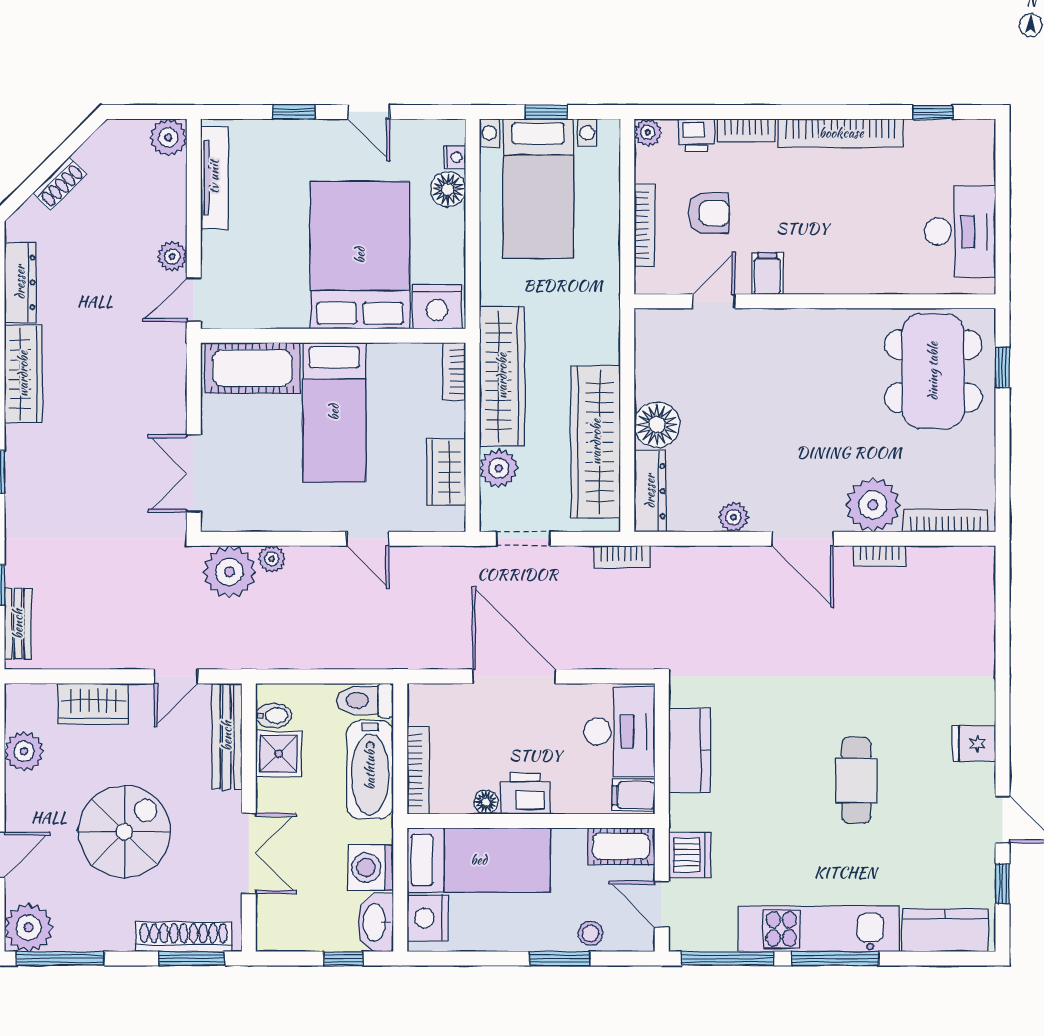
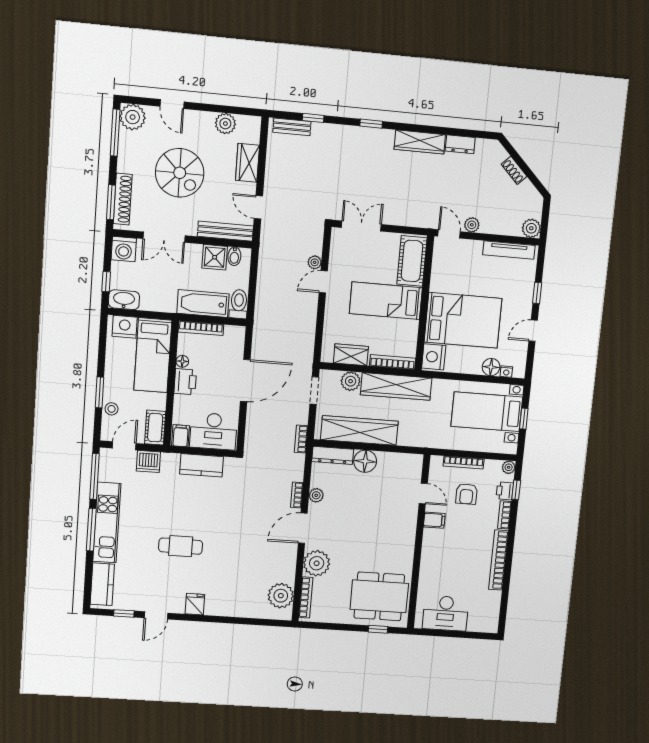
window: (933, 112) -> (516, 490), moved
dresser: (20, 282) -> (460, 144), width x0.70
bookcase: (454, 372) -> (393, 362), width x1.56
door: (368, 539) -> (323, 282), moved
bookcase: (880, 556) -> (297, 495), moved
plant: (229, 572) -> (281, 596), moved
washing machine: (371, 868) -> (124, 249), moved, turned 180

